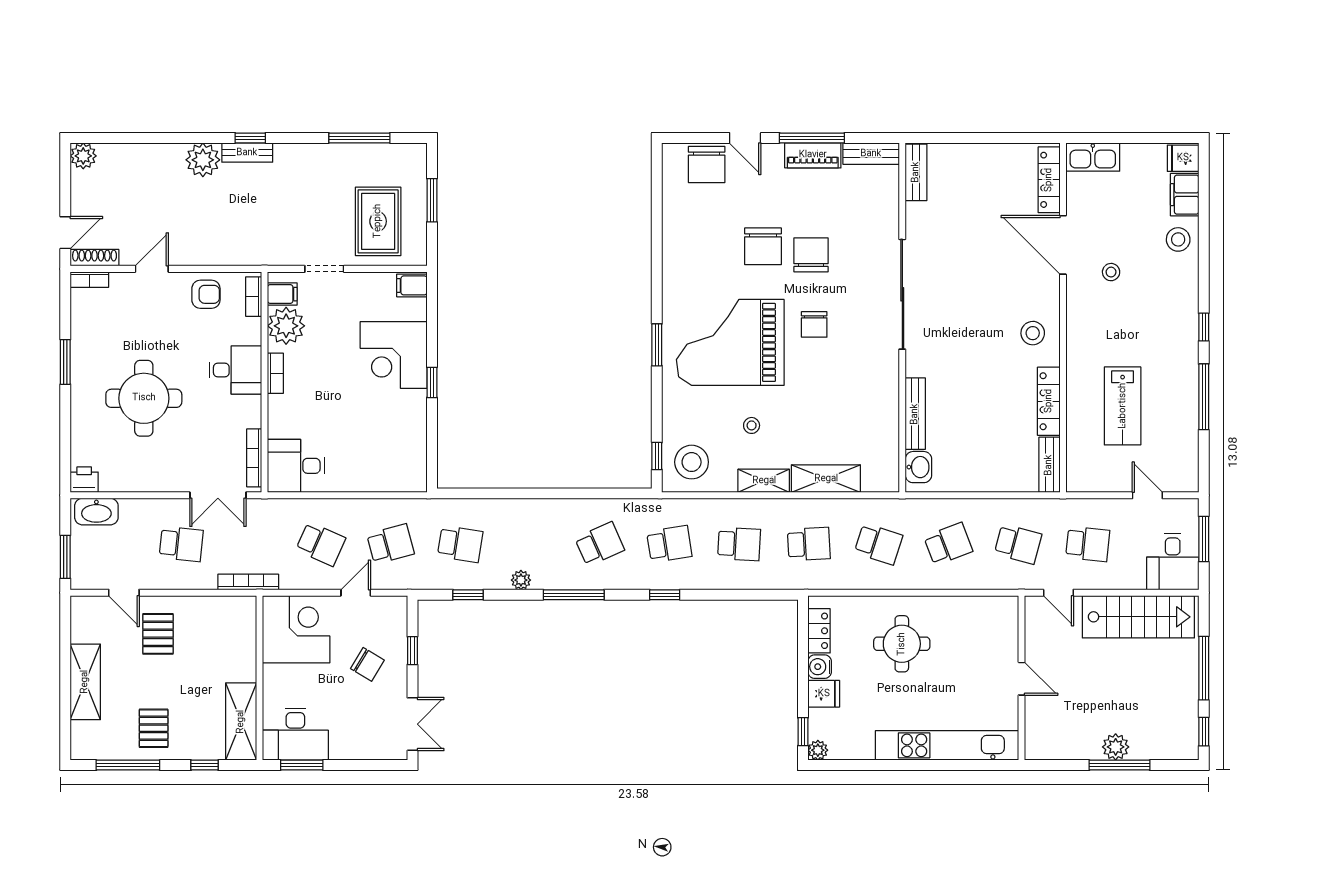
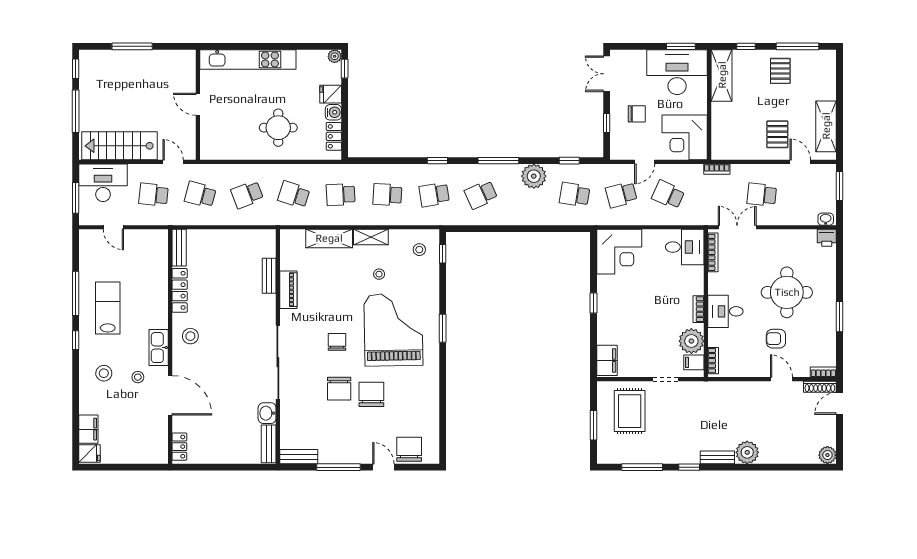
window: (250, 138) -> (689, 467), moved
piano: (813, 155) -> (288, 290), moved, turned 90
kitchen sink: (1093, 157) -> (159, 348), moved, turned -90
locker: (1049, 180) -> (179, 447), width x0.66
stool: (1178, 239) -> (104, 373), moved
door: (152, 269) -> (781, 379), swing flipped
filing cabinet: (412, 285) -> (607, 360), width x2.00
armchair: (206, 294) -> (776, 339), moved
grand piano: (730, 342) -> (393, 330), turned -91
corner desk: (394, 355) -> (619, 252), moved, turned 90
lab bench: (1123, 406) -> (108, 308), moved
bench: (915, 414) -> (269, 276), width x0.73
stool: (692, 462) -> (419, 250), width x0.53, depth x0.53
washbasin: (918, 467) -> (267, 413), moved
washbasin: (96, 512) -> (826, 219), width x0.52, depth x0.69
desk: (1173, 562) -> (103, 183), width x1.37
plant: (521, 580) -> (534, 176), width x1.88, depth x1.88
bookcase: (248, 582) -> (717, 169), width x0.64
chair: (367, 664) -> (637, 114), turned 149
shelving: (85, 682) -> (826, 126), moved
desk: (295, 734) -> (677, 72), width x1.36, depth x1.30
plant: (1116, 747) -> (135, 58), removed

